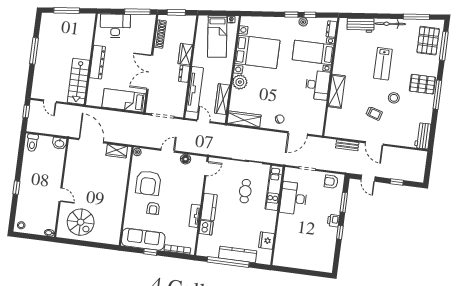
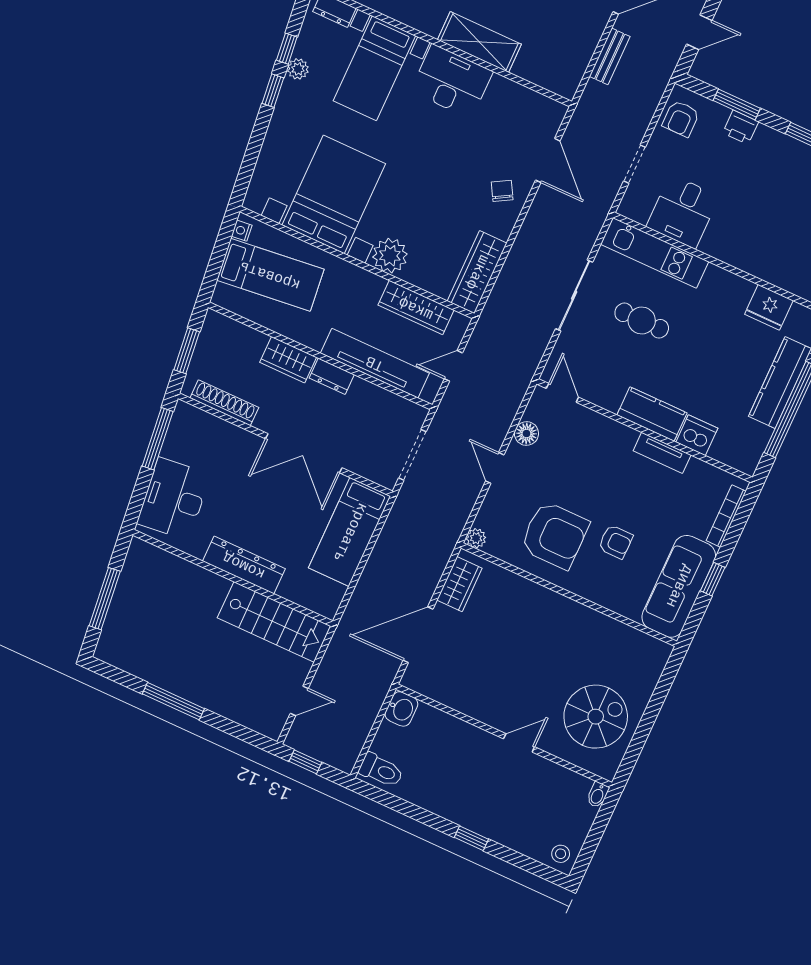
desk: (294, 198) -> (683, 212), width x0.73
printer: (333, 221) -> (741, 127), moved

